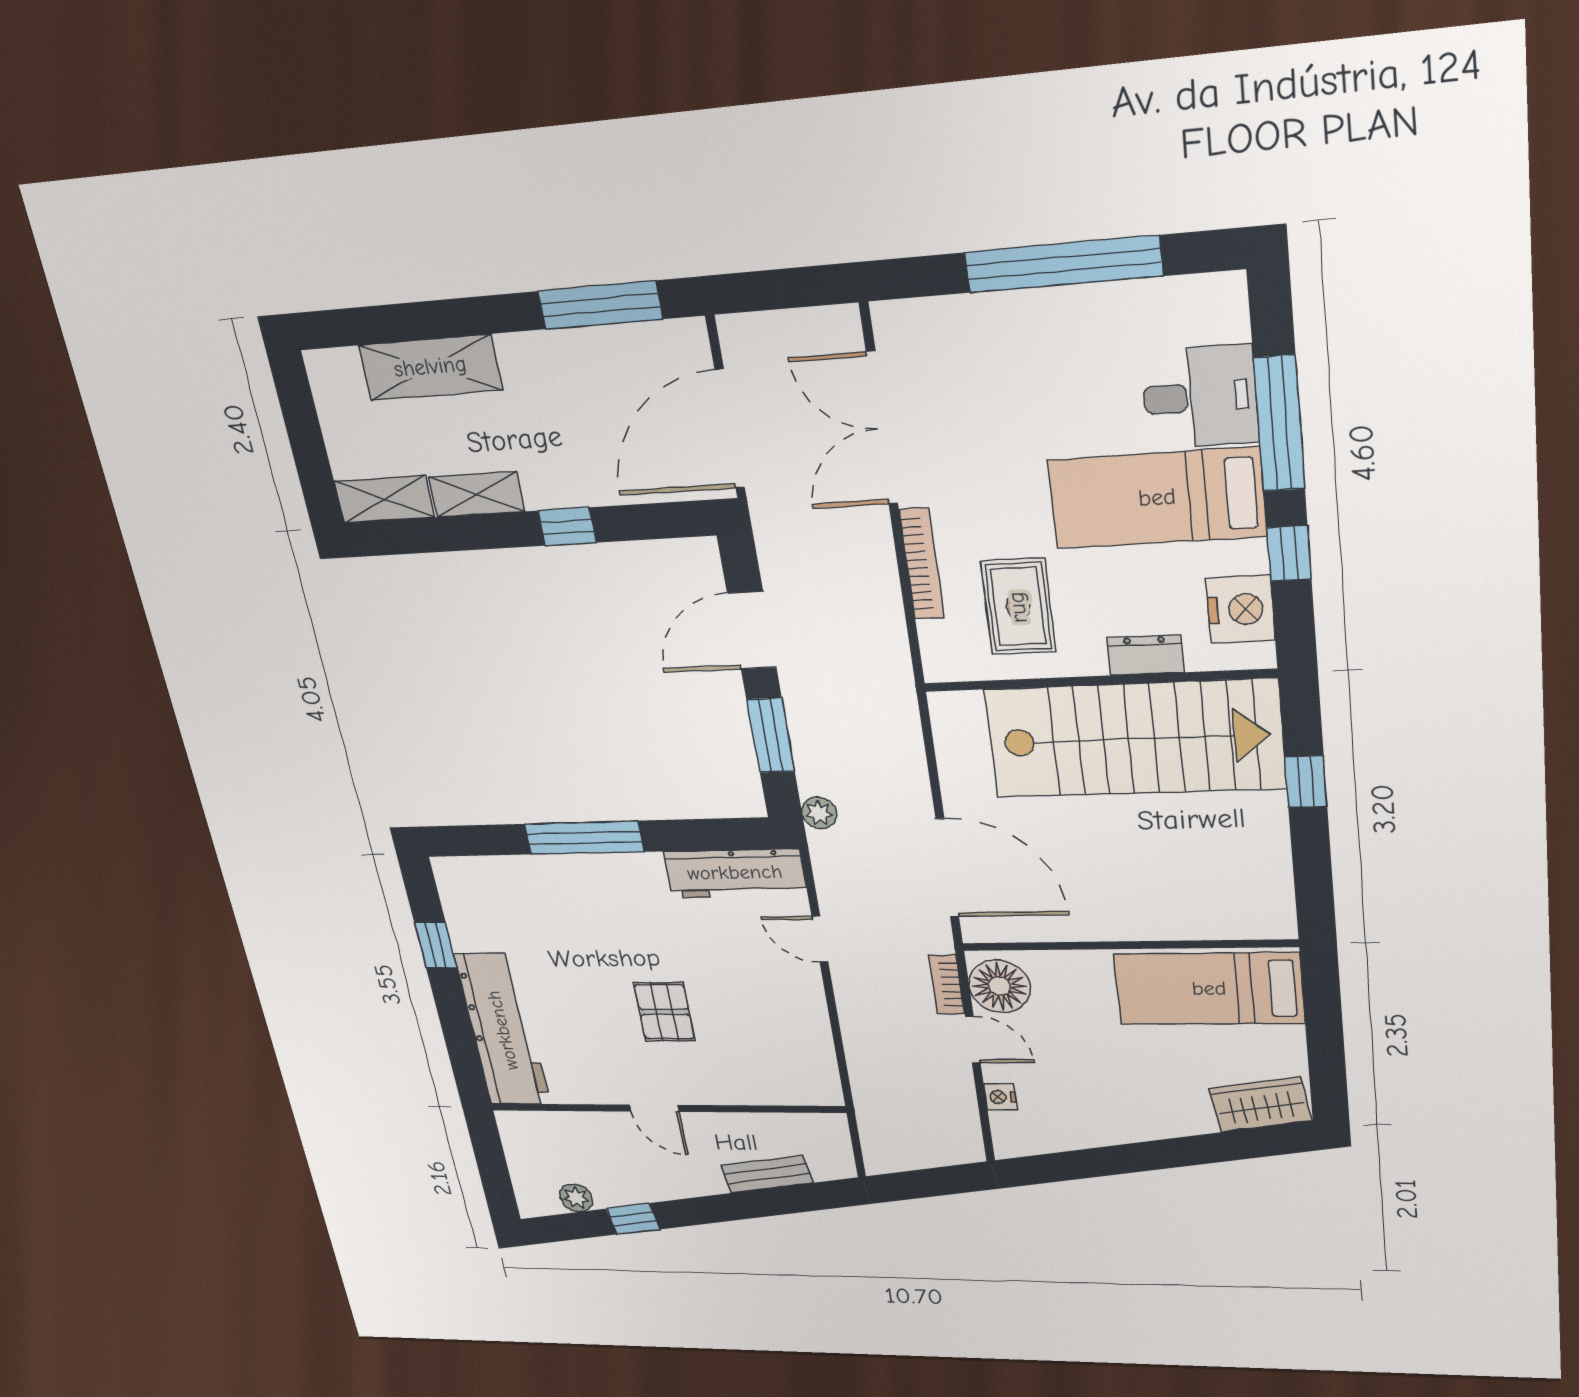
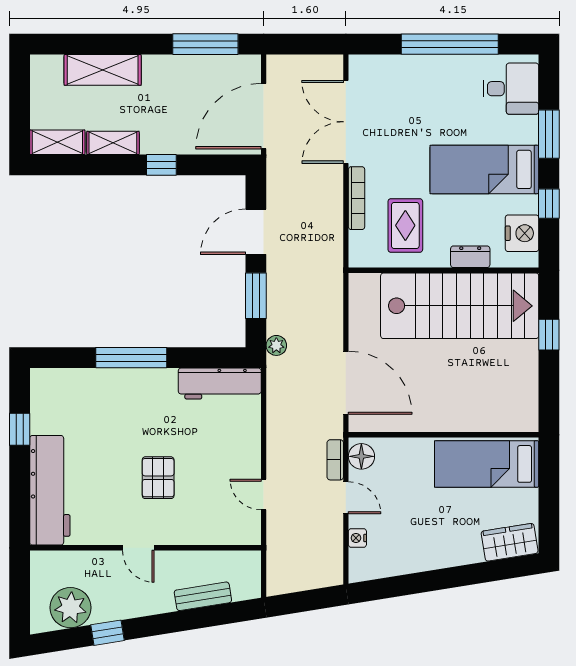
desk: (1200, 397) -> (511, 89), moved
window: (1279, 424) -> (549, 134), width x0.69
door: (820, 939) -> (264, 495), moved
floor lamp: (999, 986) -> (361, 456), width x0.73, depth x0.73
plant: (576, 1198) -> (70, 608), width x1.87, depth x1.87

